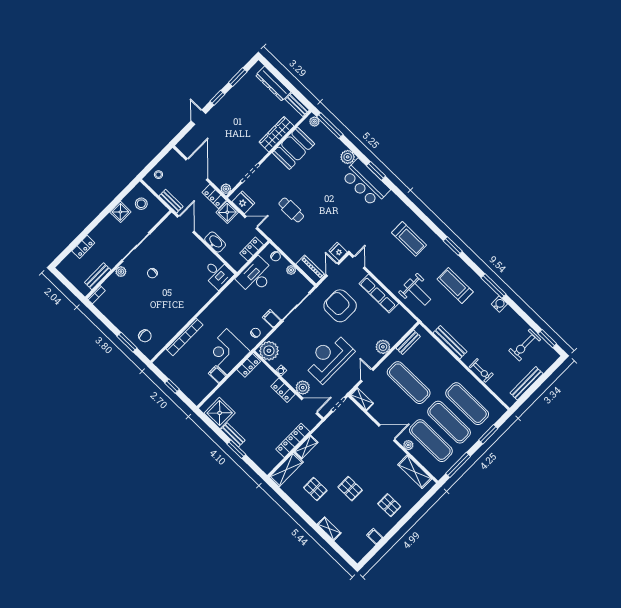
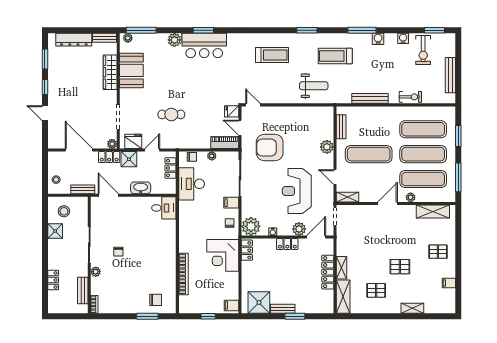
row of seats: (379, 294) -> (288, 113), removed
water cooler: (518, 322) -> (403, 38), added
filing cabinet: (217, 374) -> (231, 305), moved

